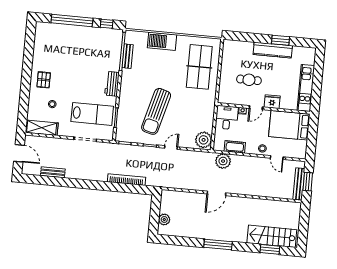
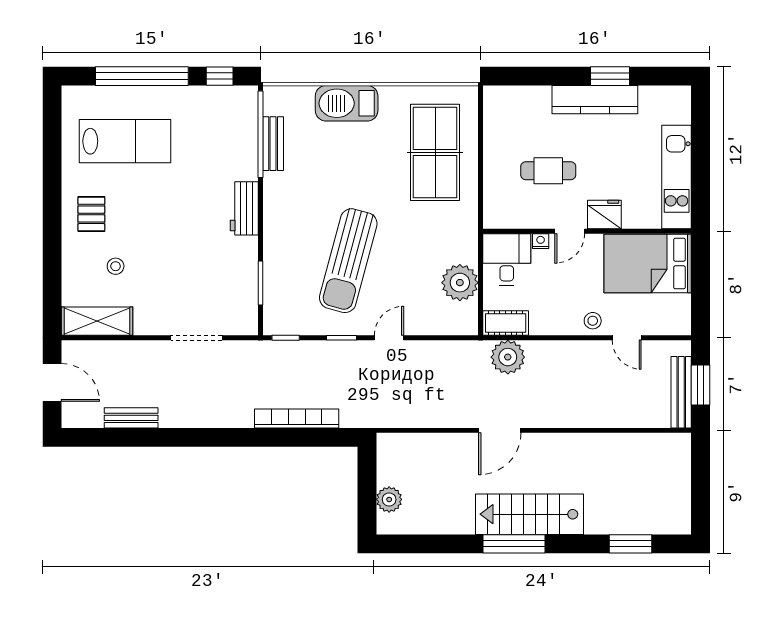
lab bench: (92, 114) -> (125, 141), moved
plant: (204, 140) -> (460, 283), moved
cot: (235, 147) -> (506, 323), moved
stairs: (272, 236) -> (530, 514), moved

